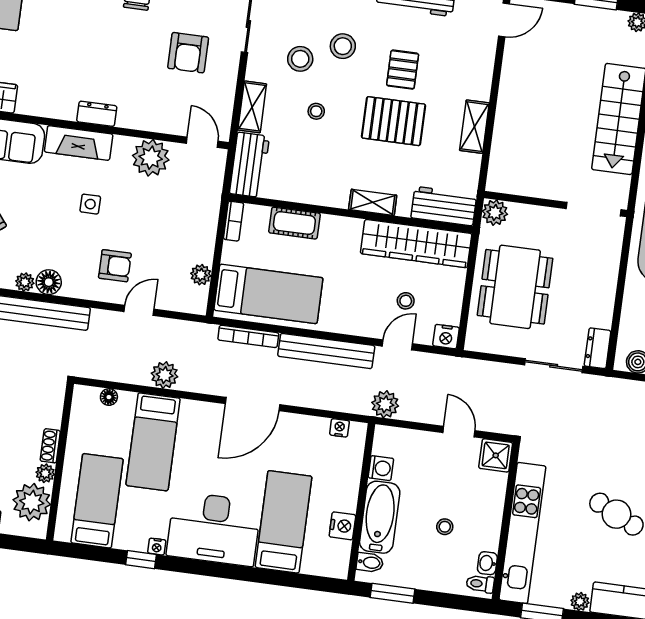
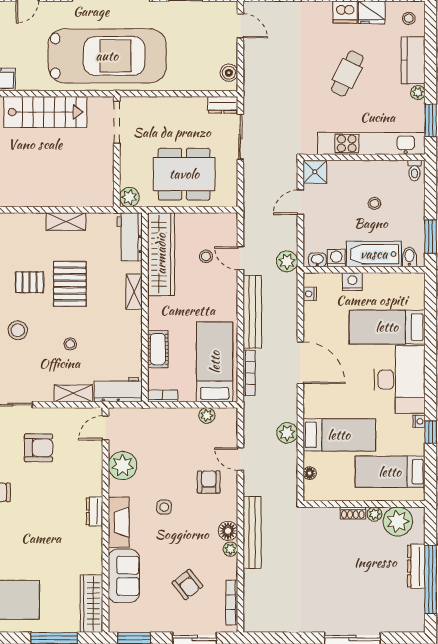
stool: (300, 59) -> (32, 362), removed
nightstand: (446, 337) -> (229, 222), removed
nightstand: (342, 526) -> (352, 282), moved
washbasin: (487, 563) -> (317, 260), moved, turned 180

